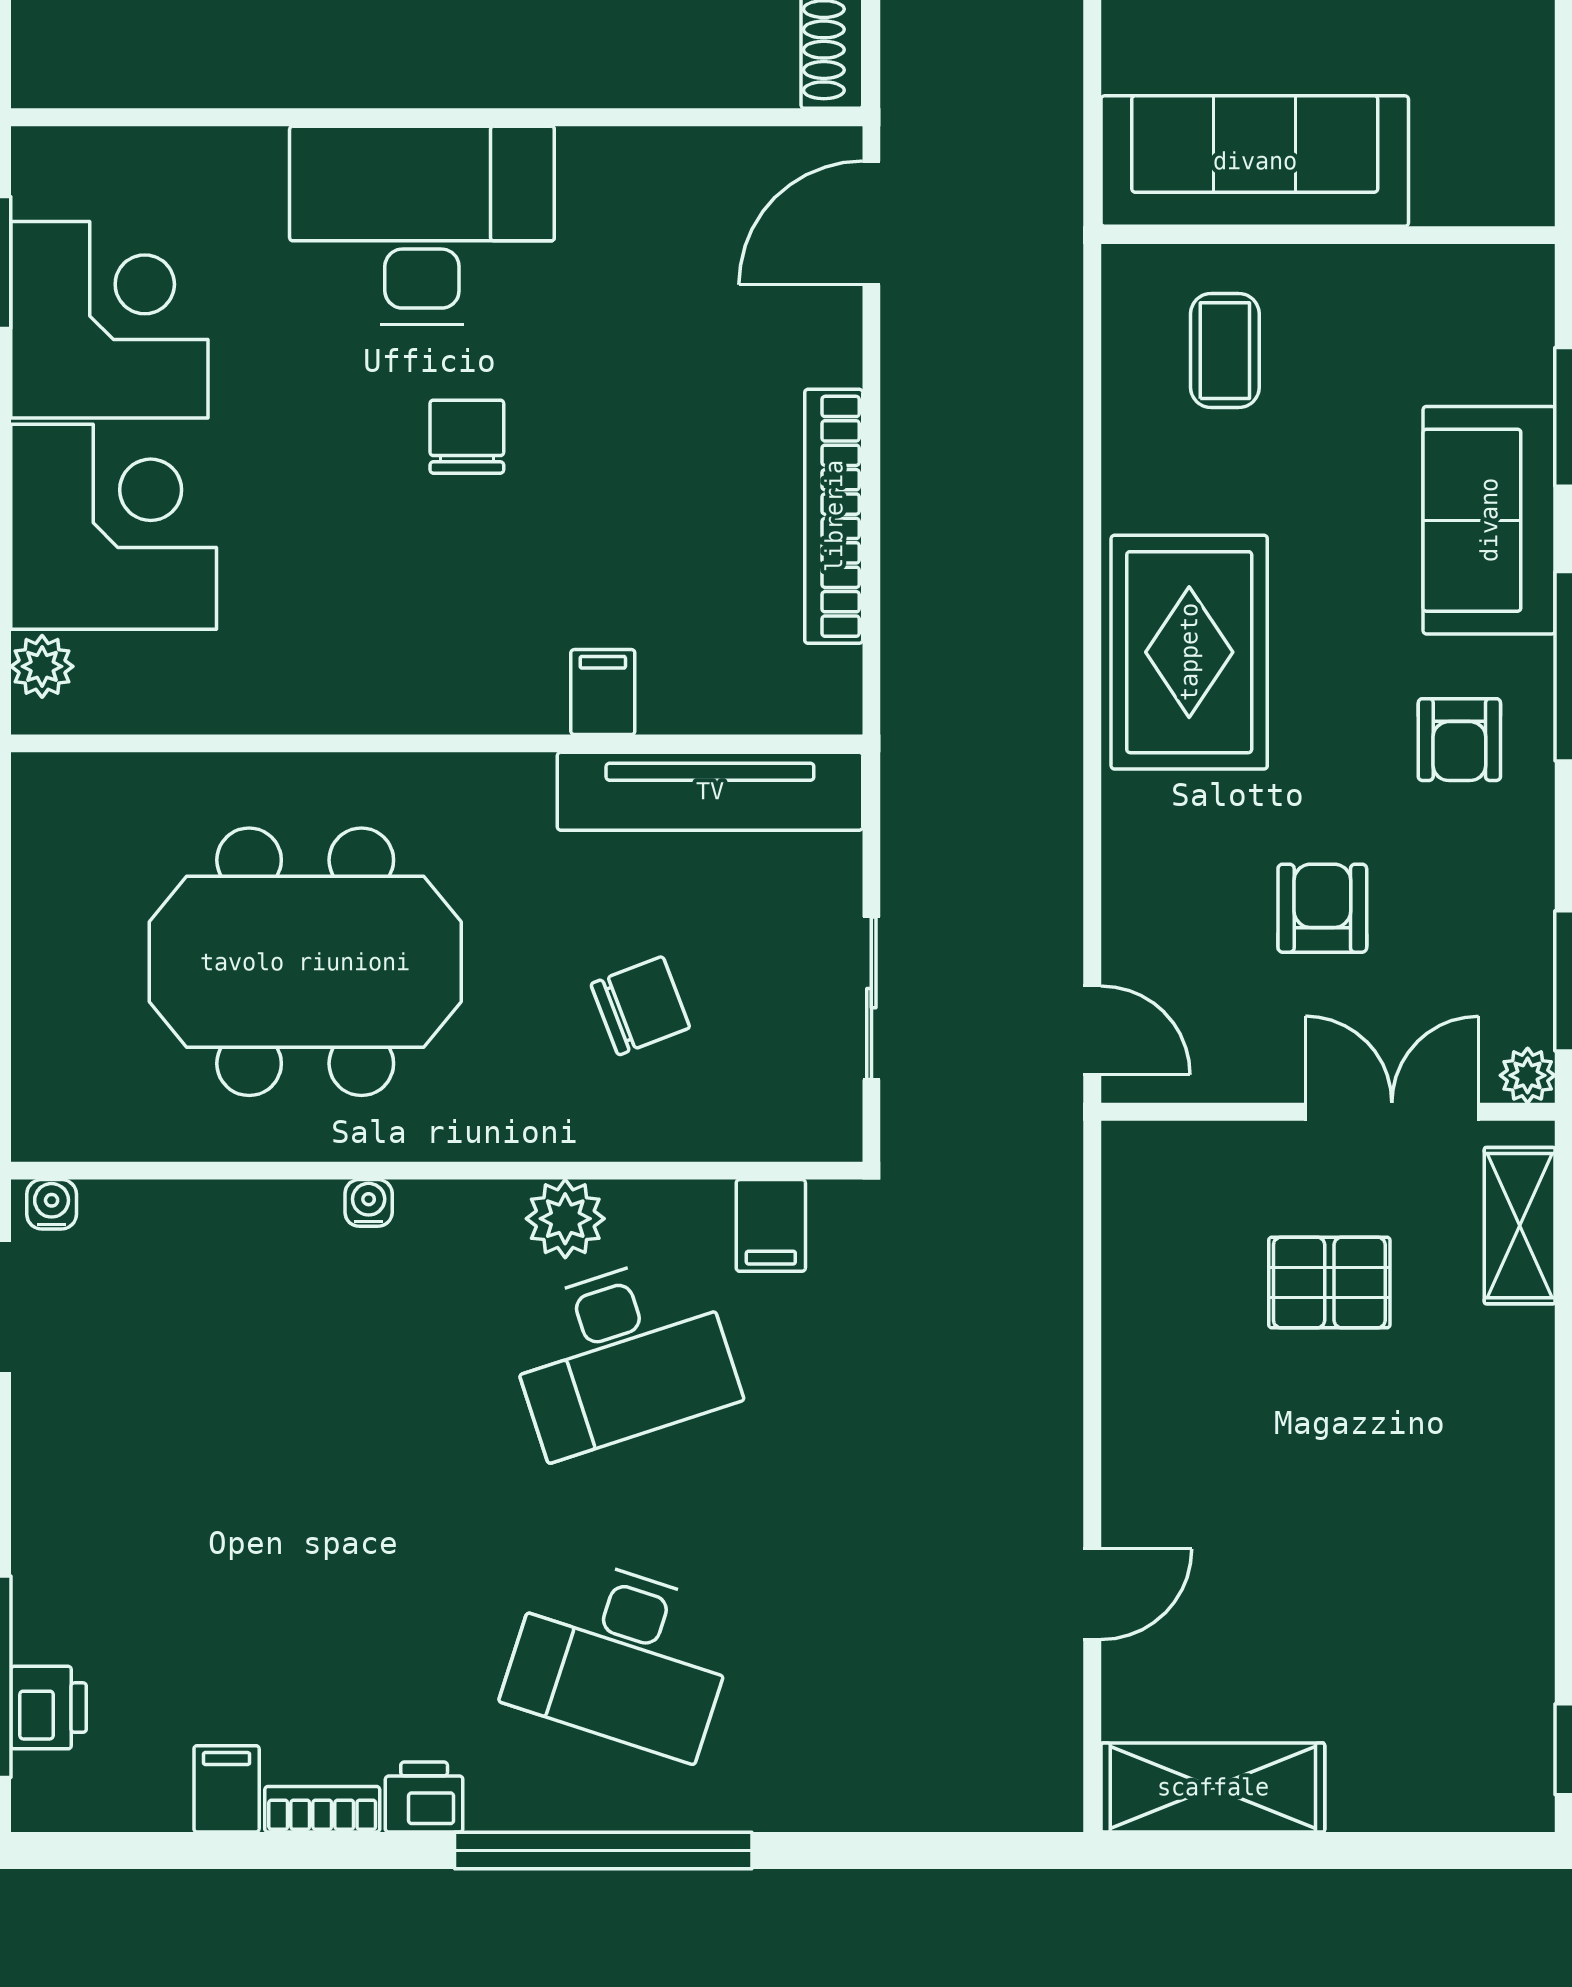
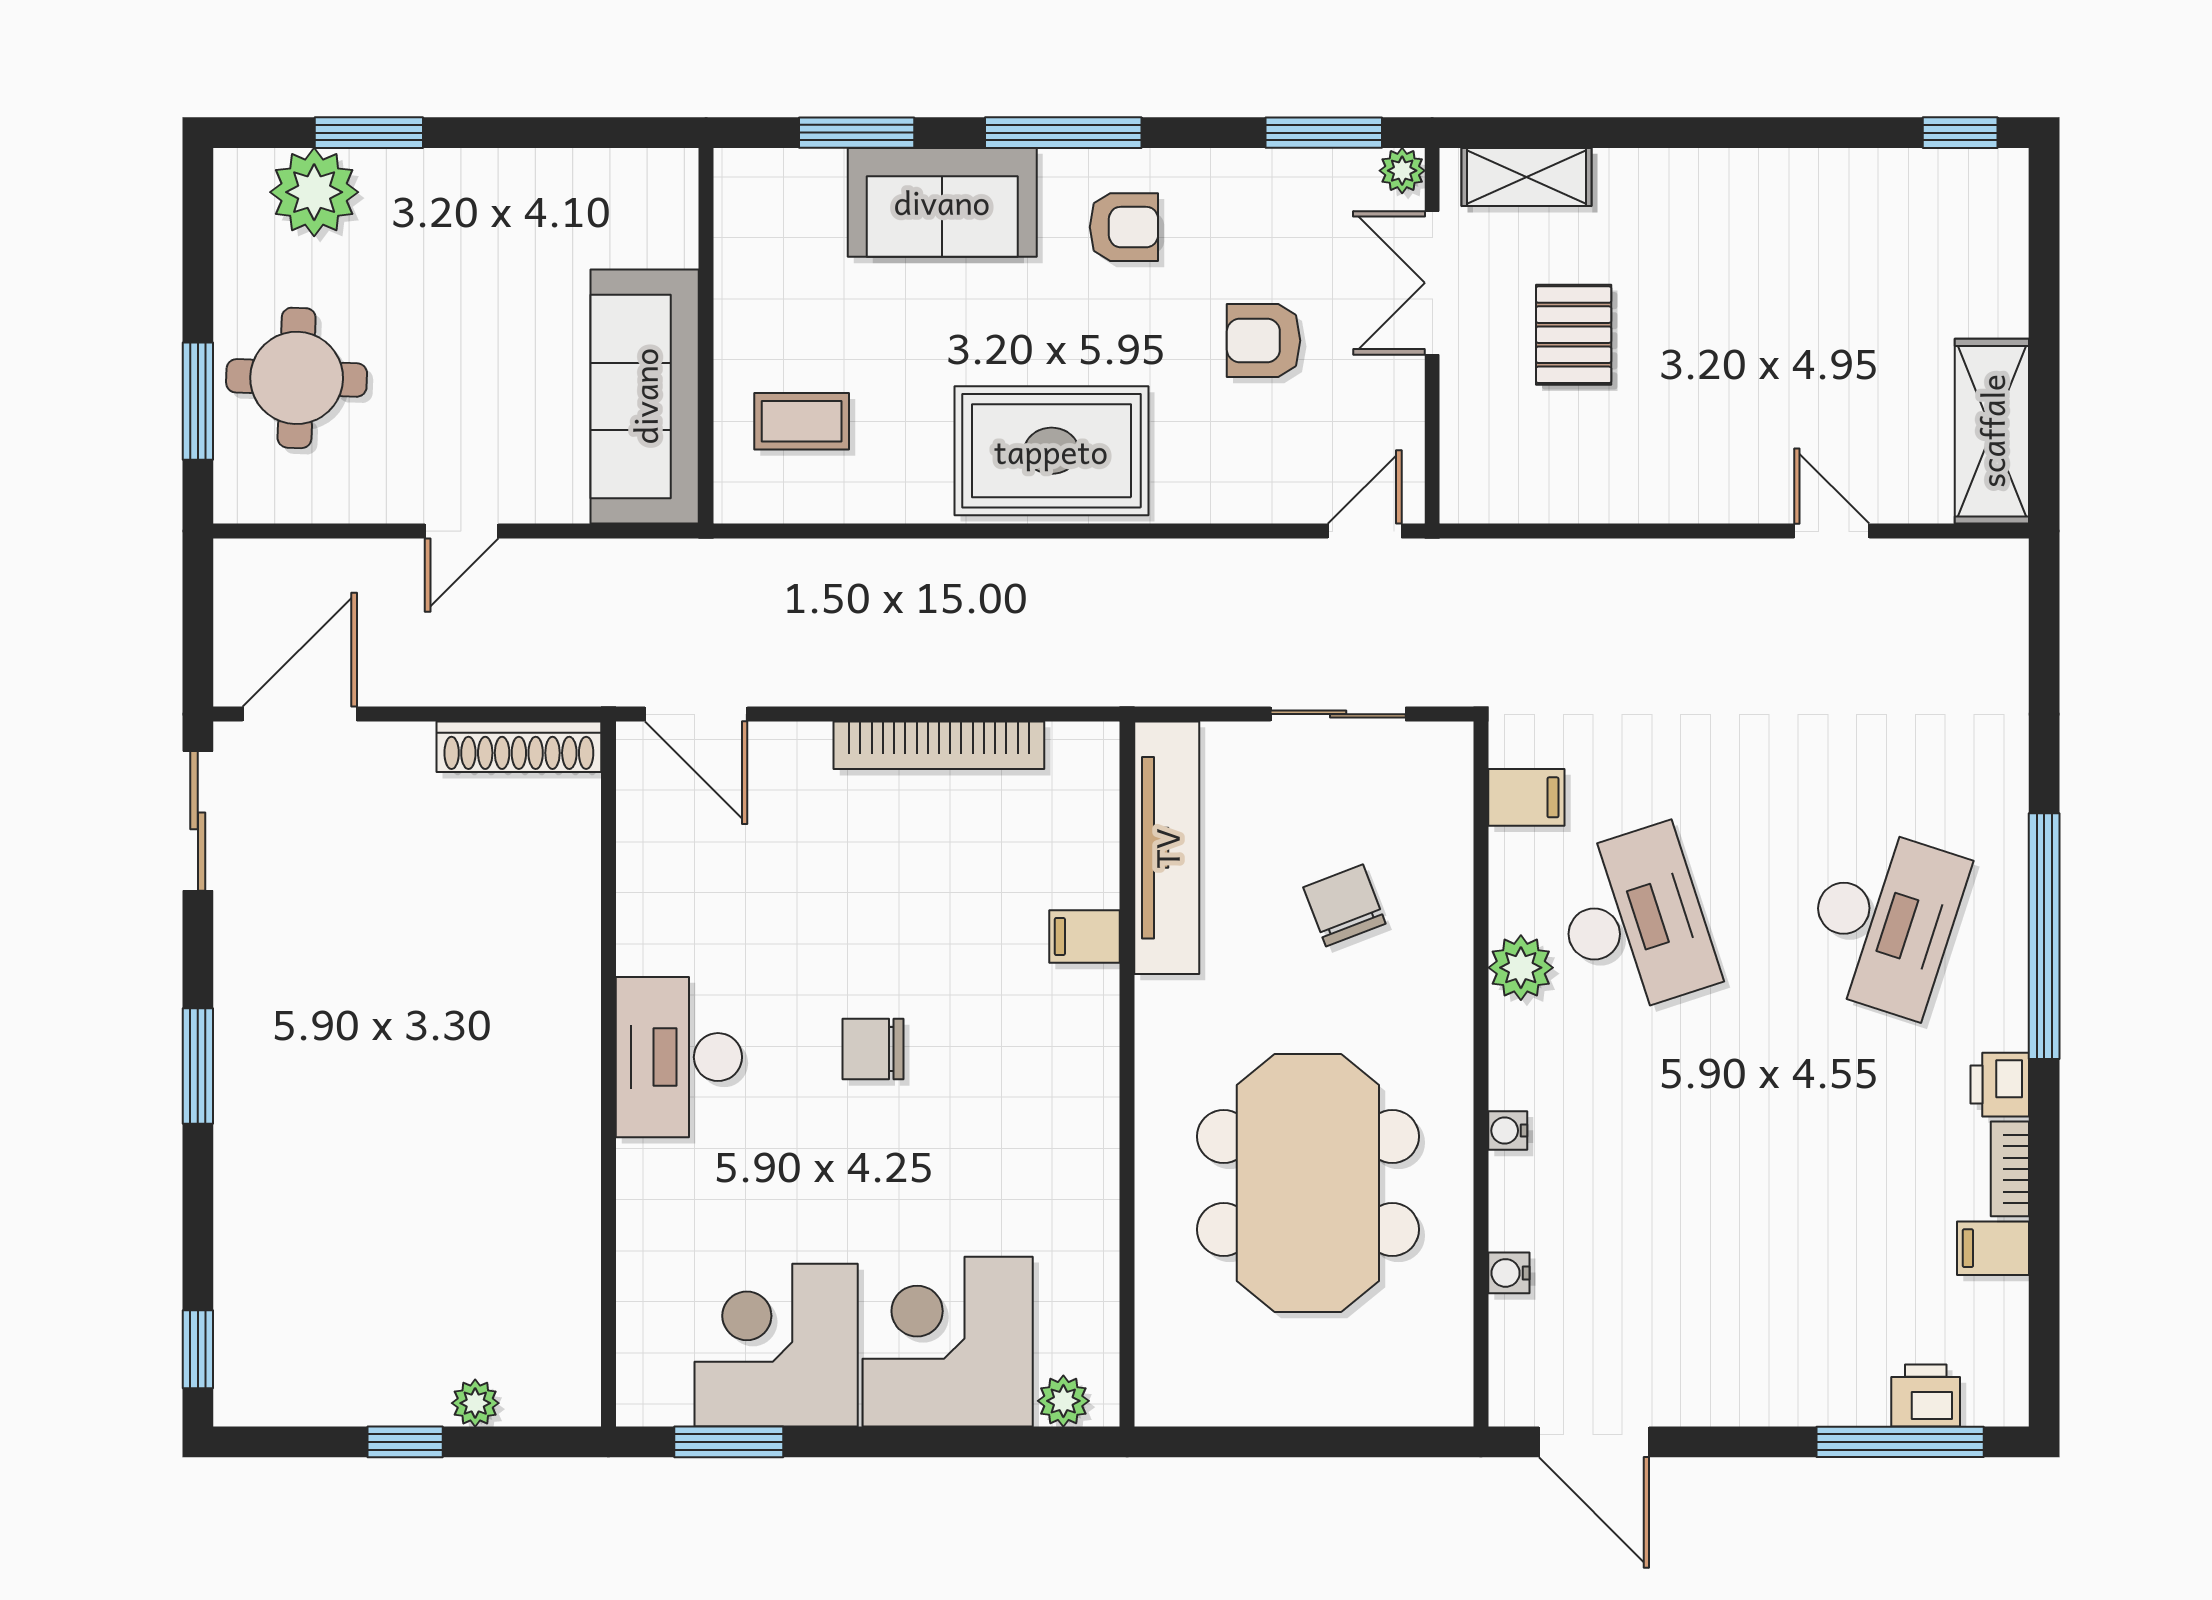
desk: (422, 225) -> (679, 1057), width x0.73, depth x0.77
water cooler: (52, 1204) -> (1509, 1273), moved

